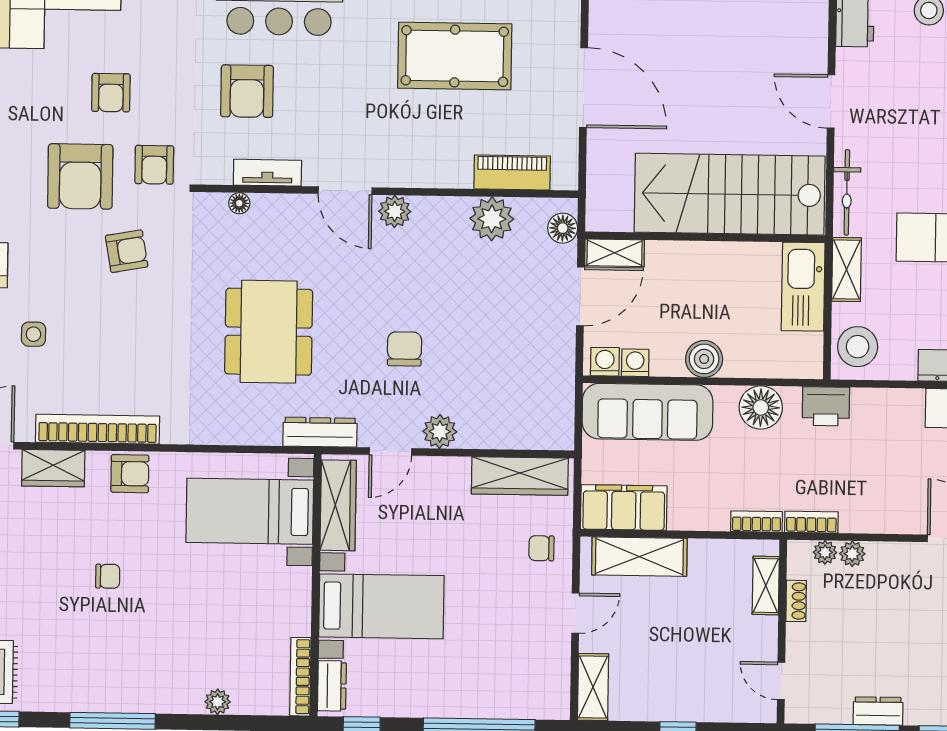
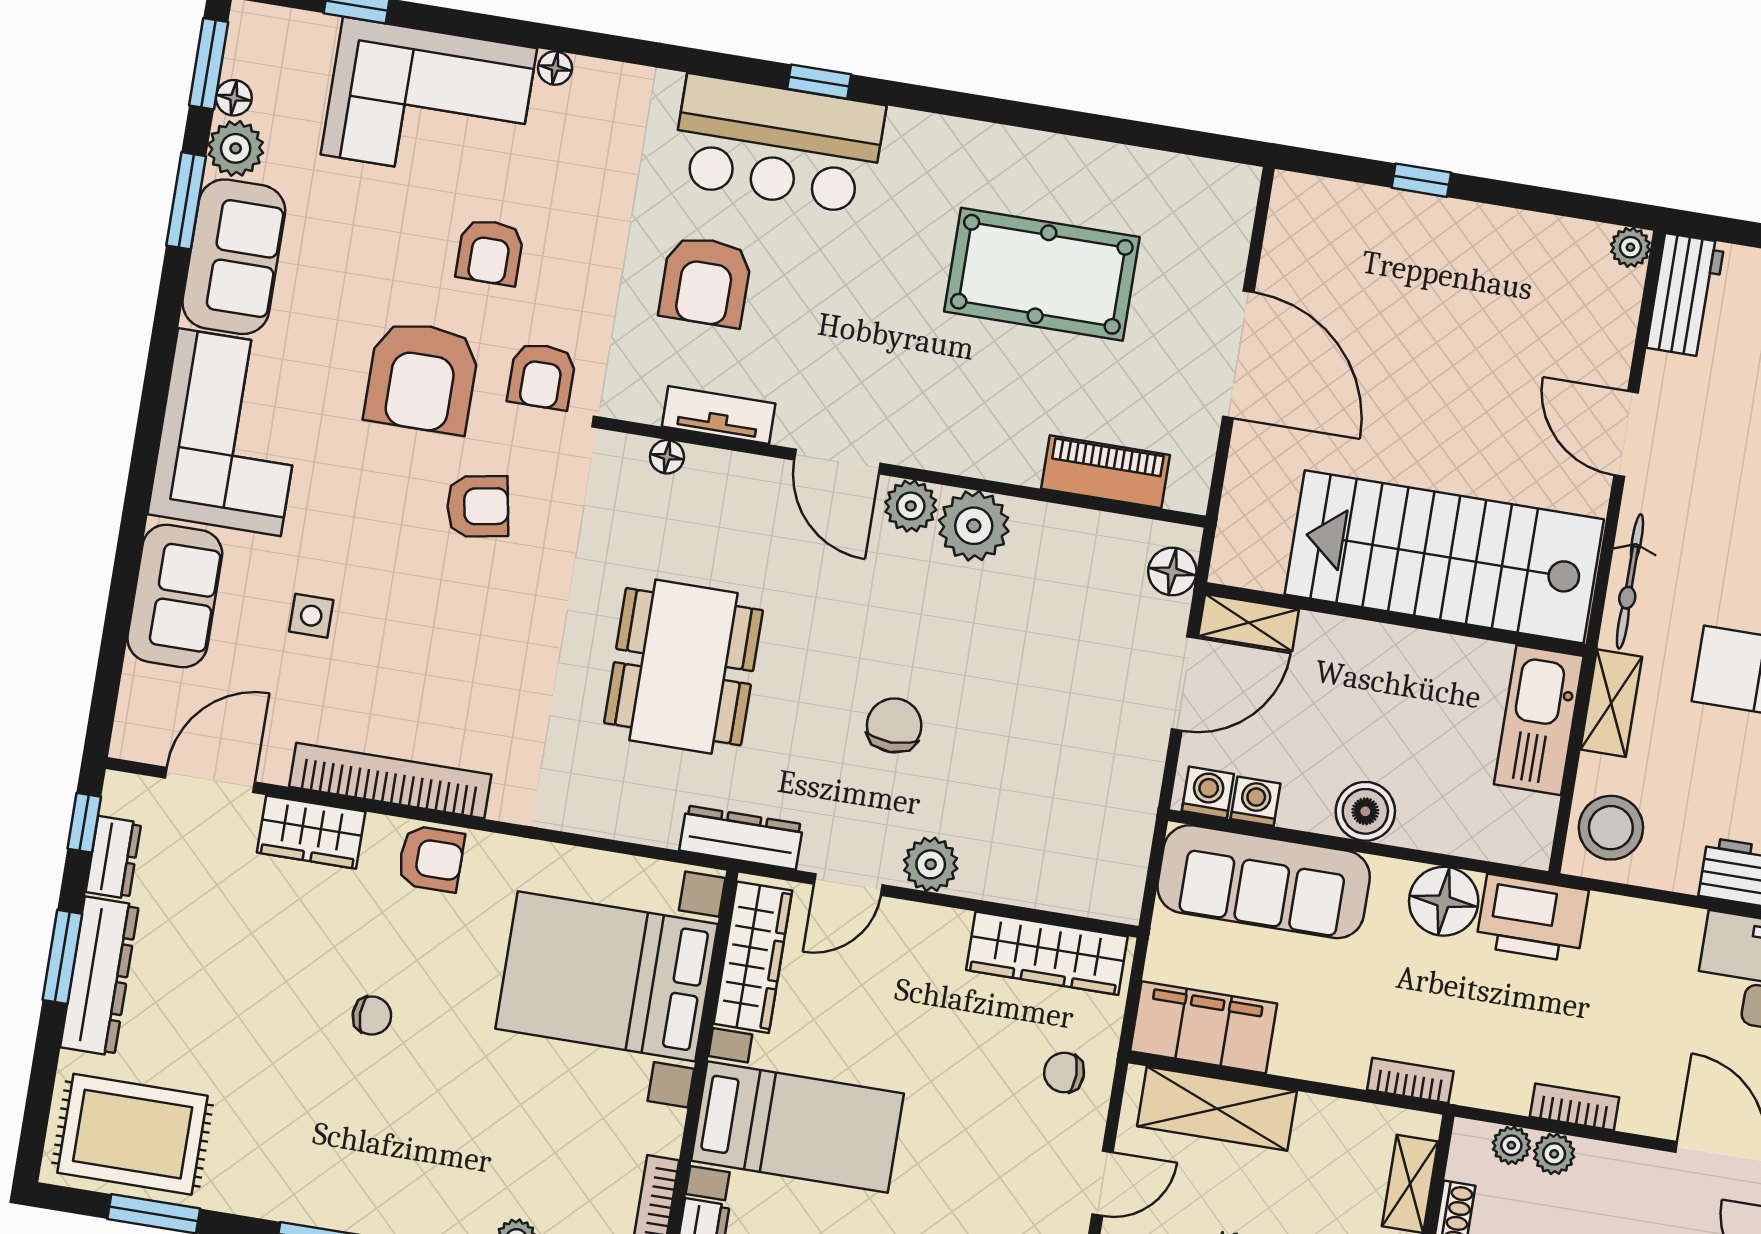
plant: (492, 219) -> (974, 526), moved
printer: (826, 406) -> (1532, 918), width x1.37, depth x1.19
bed with nightstands: (250, 511) -> (607, 976), width x1.36
bookcase: (811, 522) -> (1575, 1107), moved

